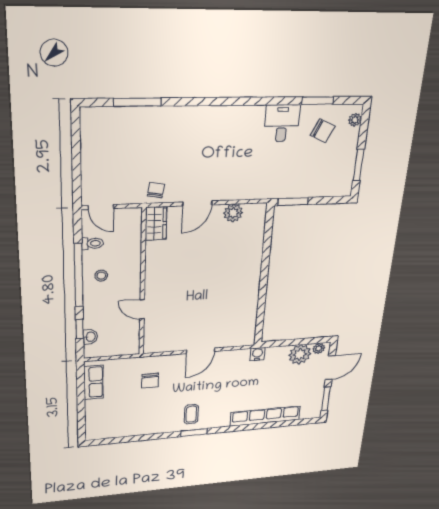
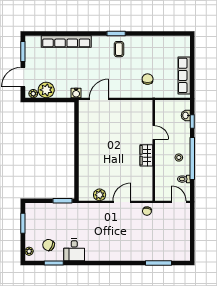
wardrobe: (156, 223) -> (146, 155), moved
door: (201, 351) -> (99, 99), moved
row of seats: (94, 382) -> (184, 75), width x1.48

